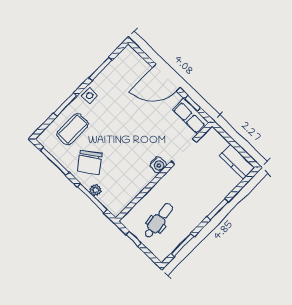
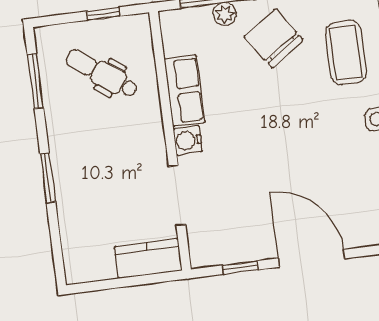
door: (166, 78) -> (311, 258), hinge flipped
row of seats: (191, 116) -> (184, 91), moved, turned 90
kitchen counter: (237, 161) -> (148, 259), moved
dental chair: (159, 221) -> (102, 74), turned 134

